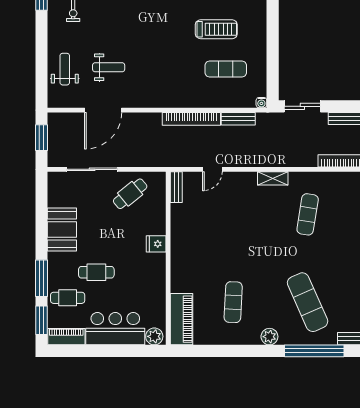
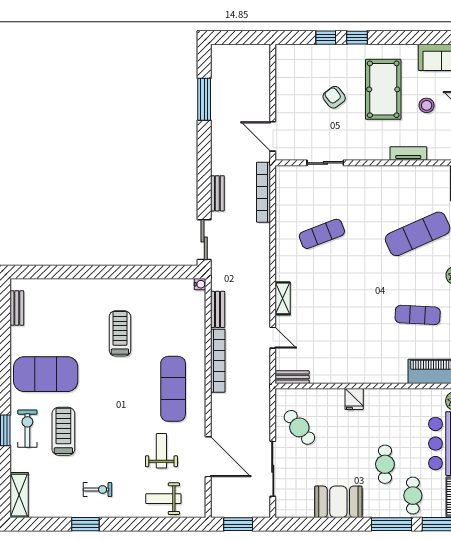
exercise mat: (226, 69) -> (173, 389), moved, width x1.36, depth x1.45
shelving: (273, 178) -> (283, 298), moved
exercise mat: (308, 214) -> (322, 234), turned -30

